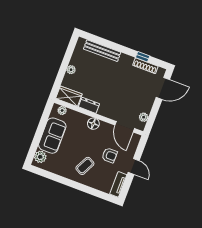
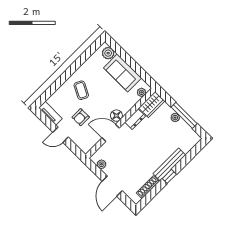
bench: (102, 51) -> (169, 164), moved
window: (143, 57) -> (169, 176), moved
window: (65, 62) -> (184, 115), added
door: (163, 88) -> (112, 186), moved
door: (125, 127) -> (111, 133), moved

